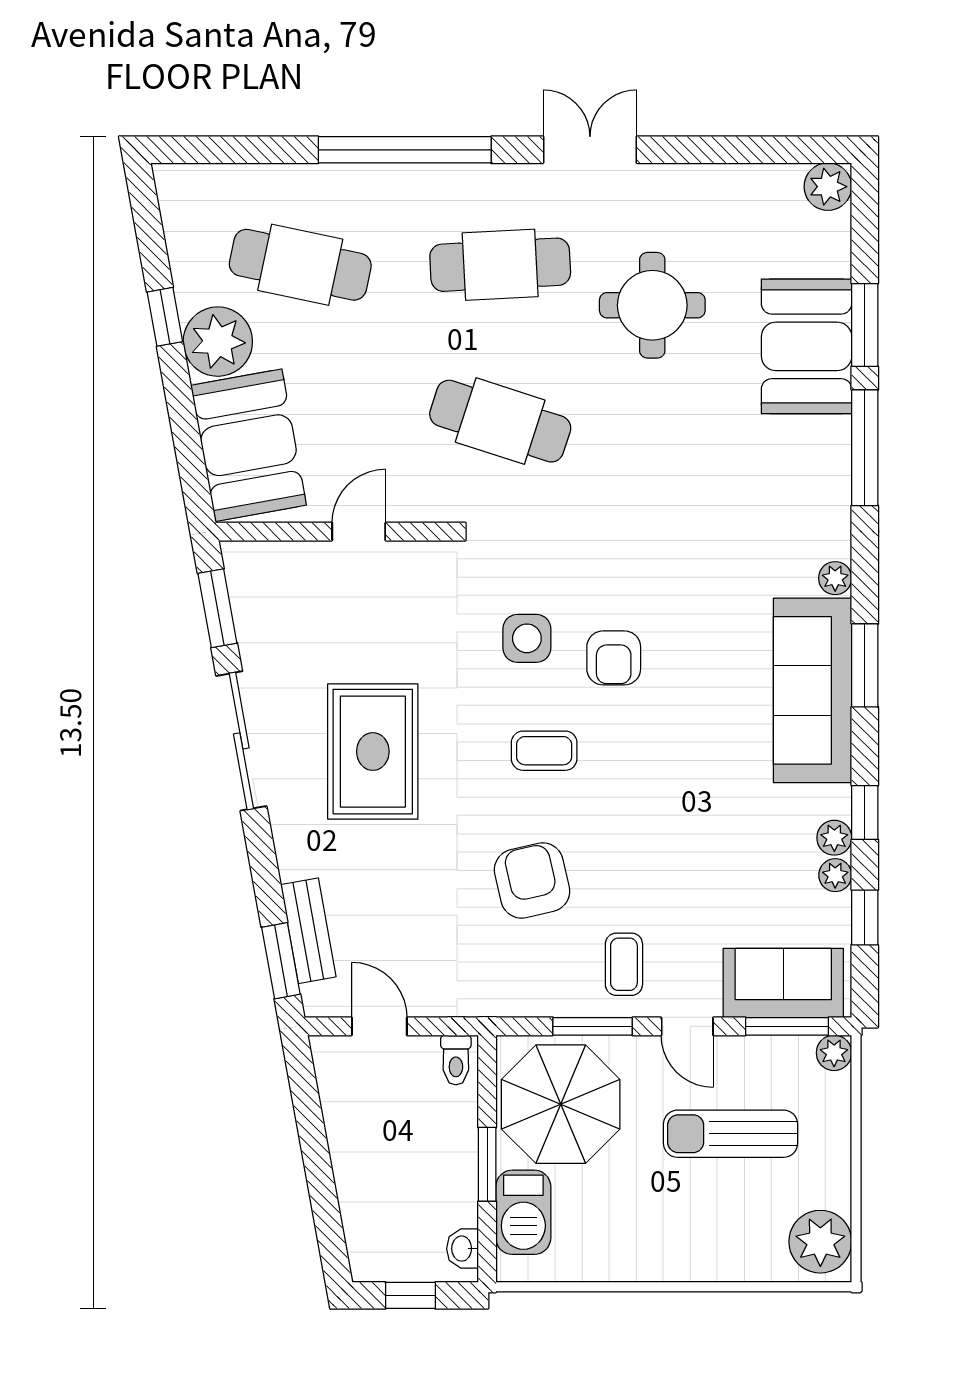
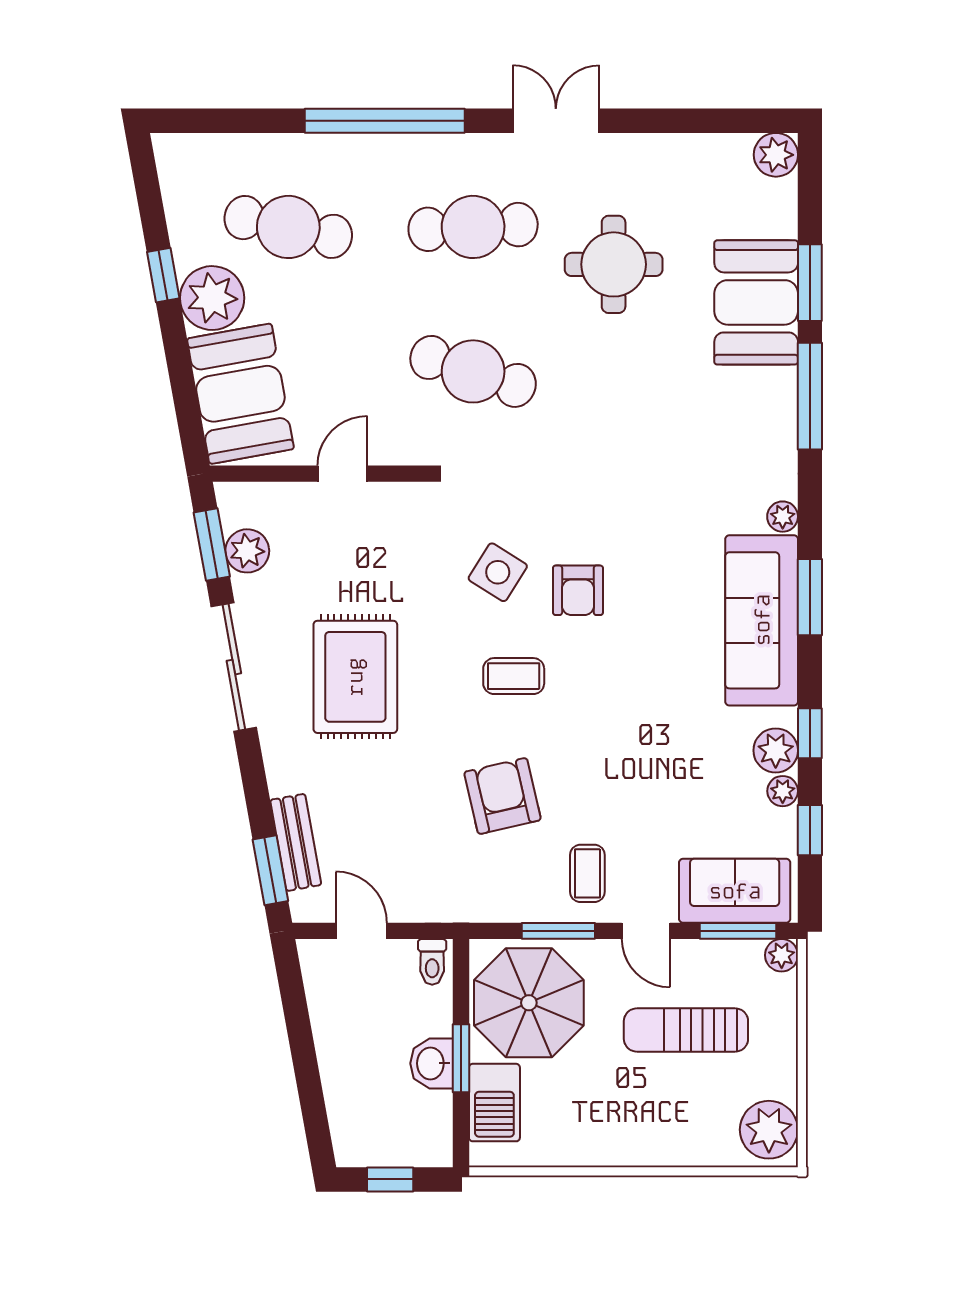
plant: (256, 615) -> (247, 551), added
side table: (527, 638) -> (498, 572), turned 32
plant: (834, 838) -> (776, 750), width x1.38, depth x1.38
washbasin: (463, 1249) -> (432, 1063), moved, width x1.38, depth x1.45

